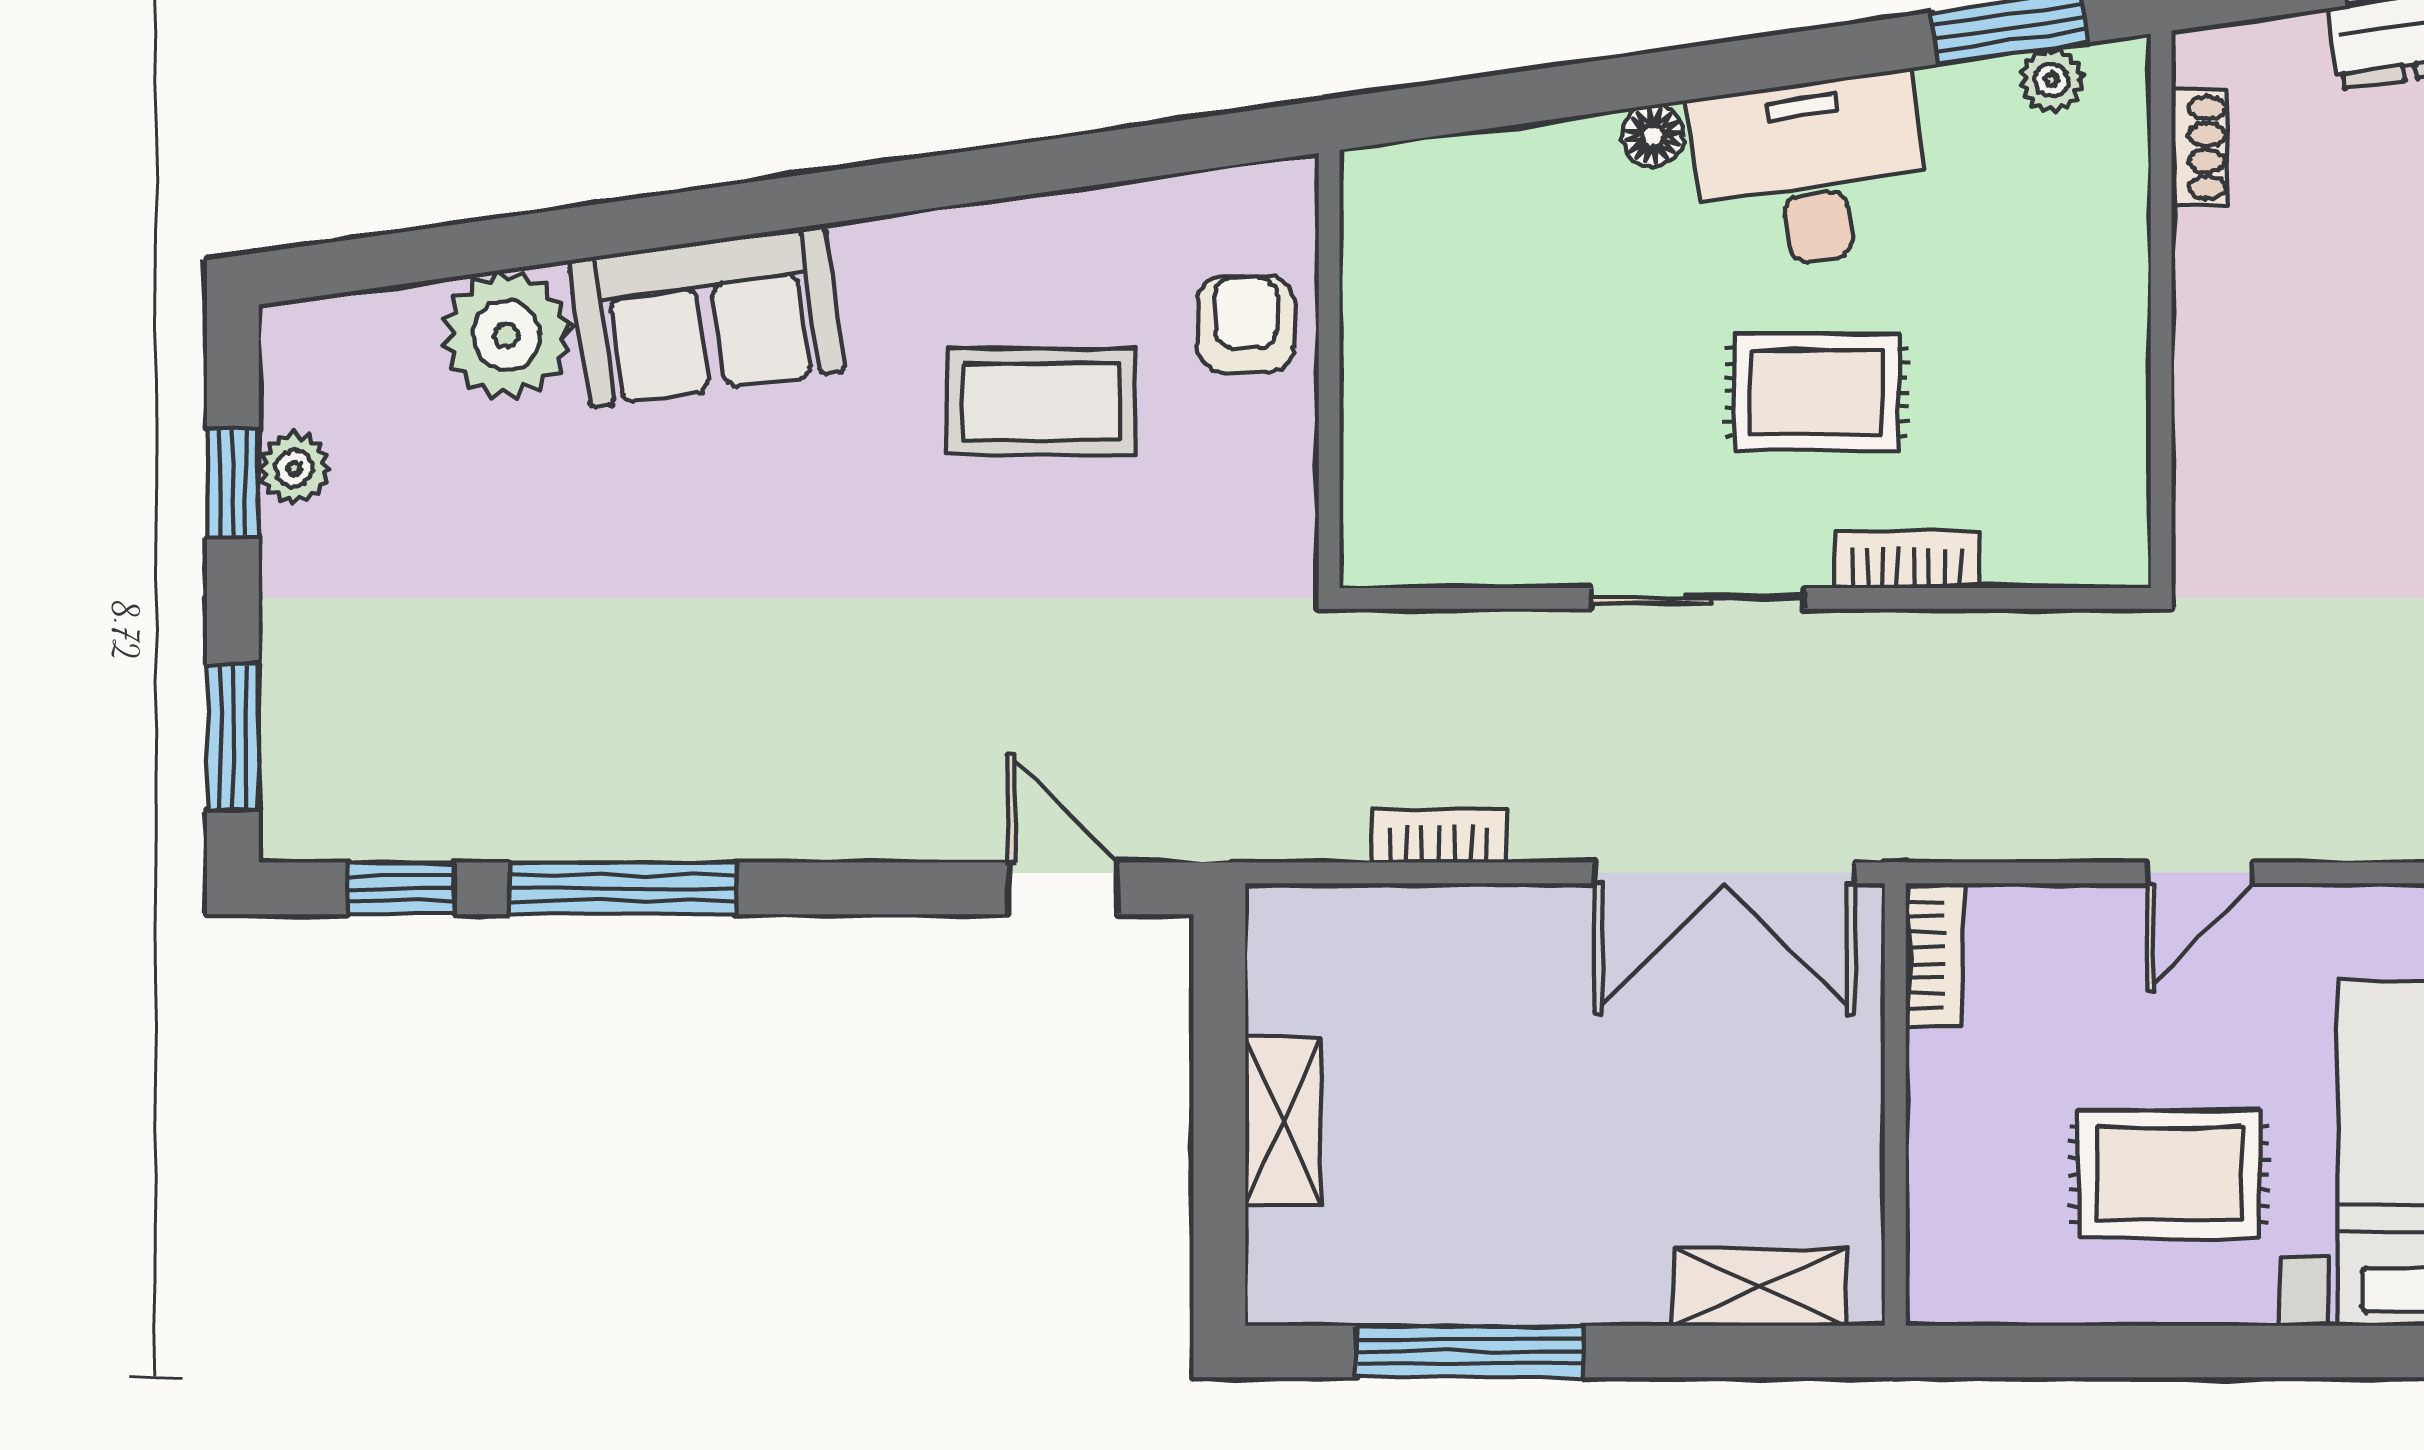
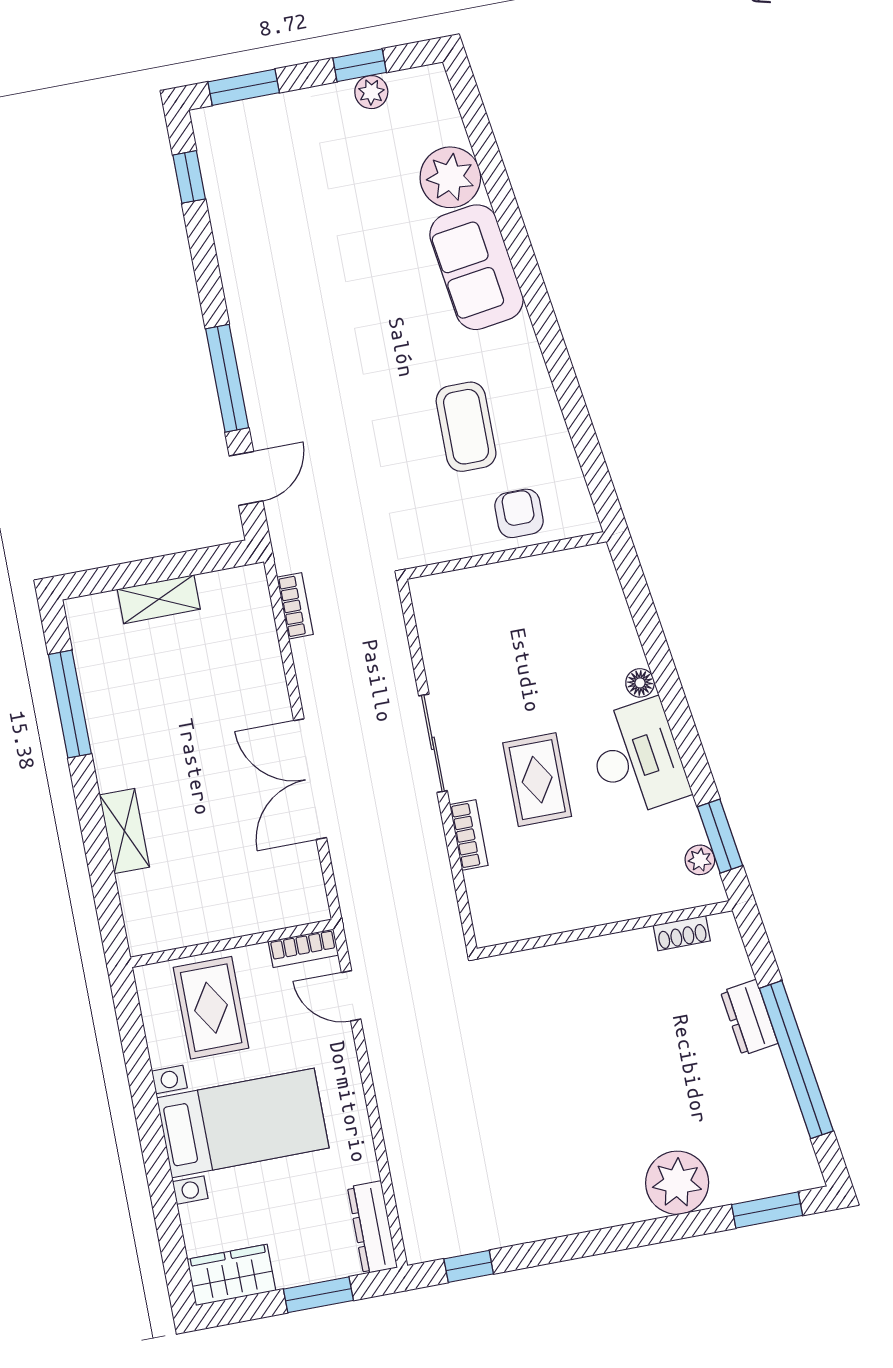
armchair: (1245, 324) -> (519, 513), turned -90
bookcase: (1439, 835) -> (295, 606), moved
window: (623, 888) -> (227, 378), moved
bookcase: (1934, 955) -> (303, 948), moved
wall: (1895, 1104) -> (232, 943), moved

